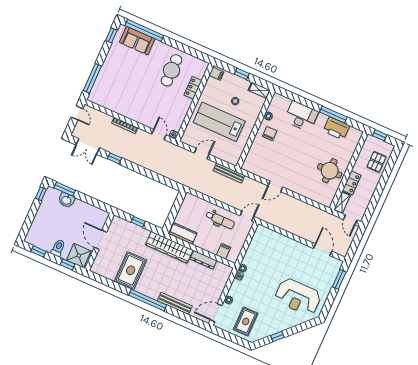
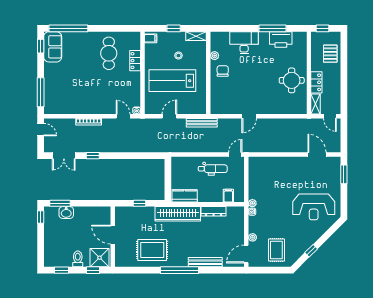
sofa: (137, 41) -> (53, 47), moved, turned -90
rug: (131, 270) -> (152, 250), turned 90

